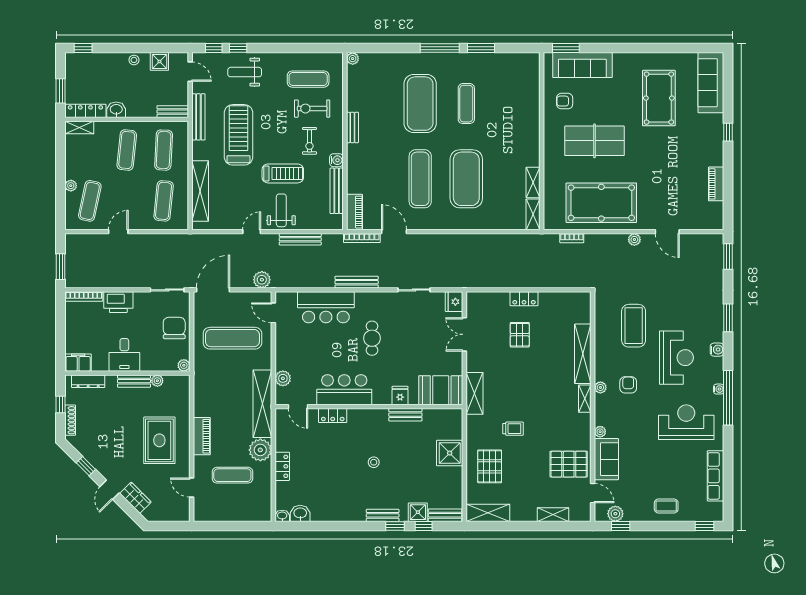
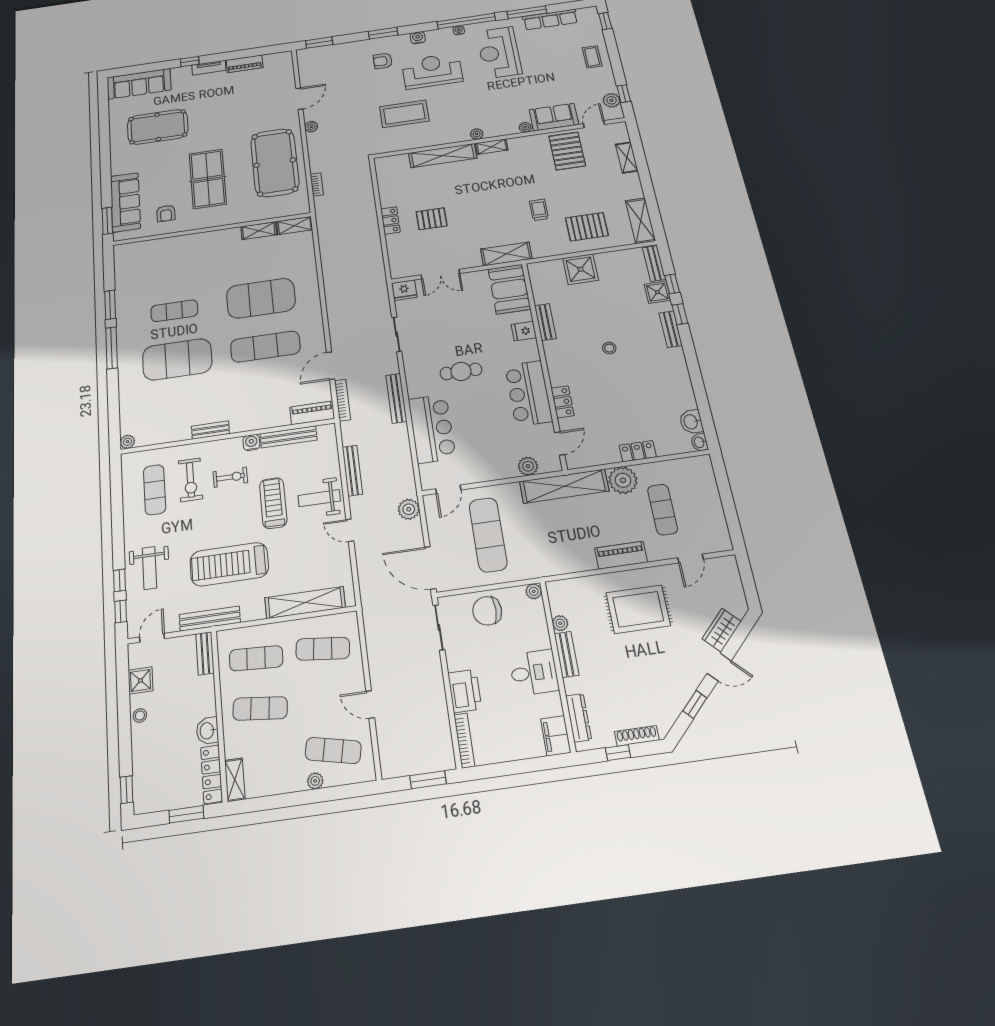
tv unit: (718, 150) -> (209, 68), added
armchair: (628, 385) -> (383, 61), moved
window: (728, 456) -> (527, 12), added

